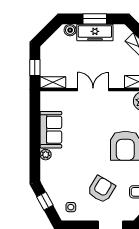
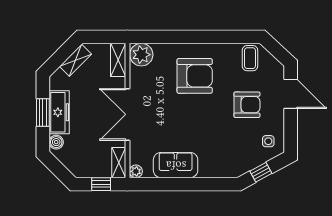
double door: (93, 90) -> (127, 114), width x1.37
plant: (46, 155) -> (136, 171), moved
armchair: (101, 189) -> (247, 105), turned 149

